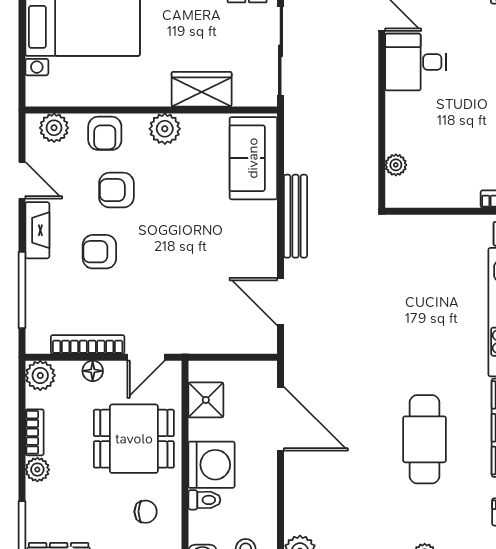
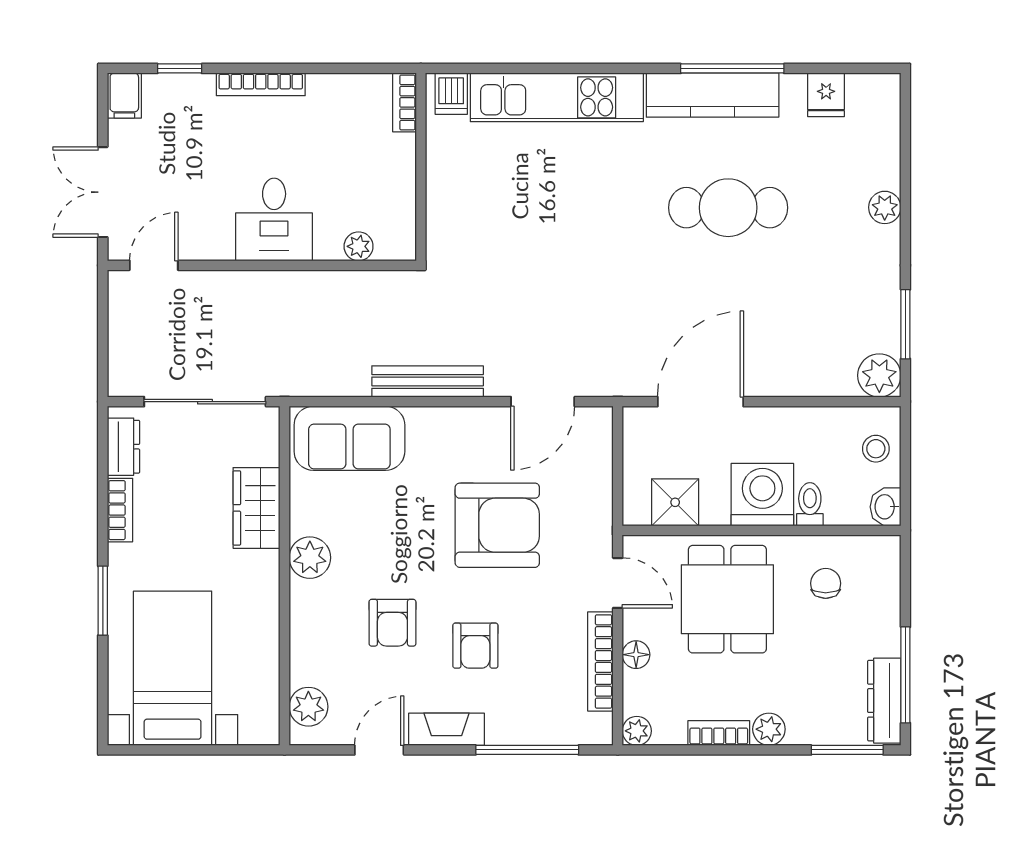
desk: (416, 62) -> (274, 219), moved
armchair: (105, 133) -> (497, 525), moved, width x1.88, depth x1.88
plant: (40, 375) -> (637, 731), width x0.73, depth x0.73

